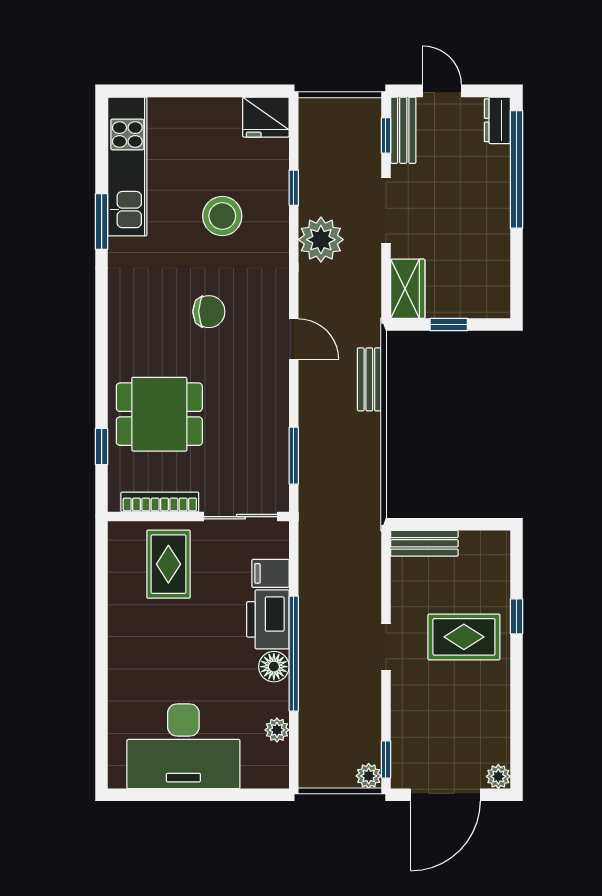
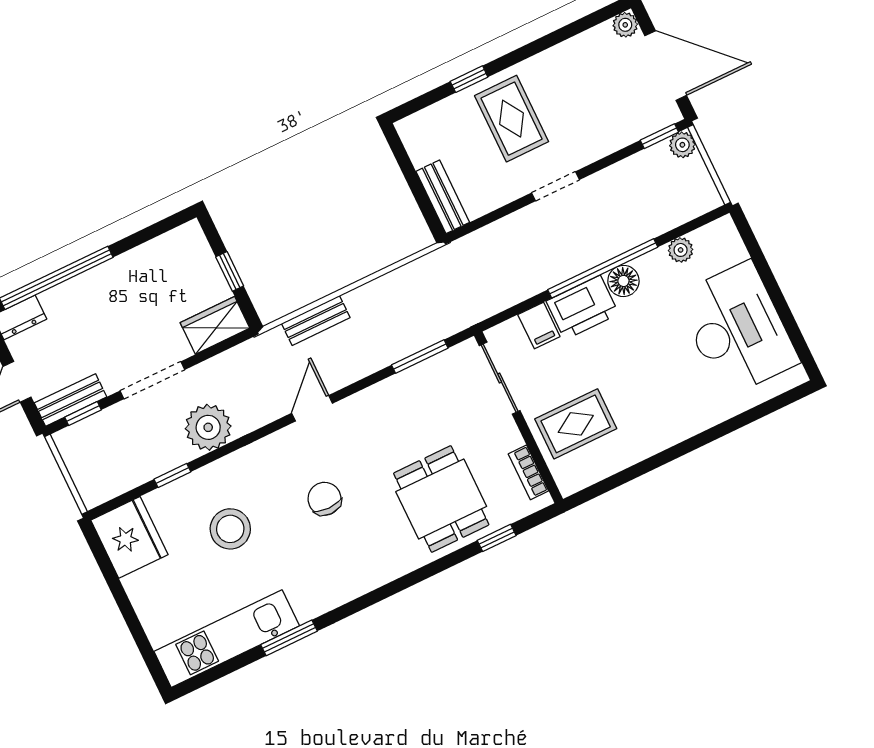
fridge: (266, 117) -> (129, 537), width x1.36, depth x1.34
bookcase: (160, 502) -> (528, 472), width x0.64

